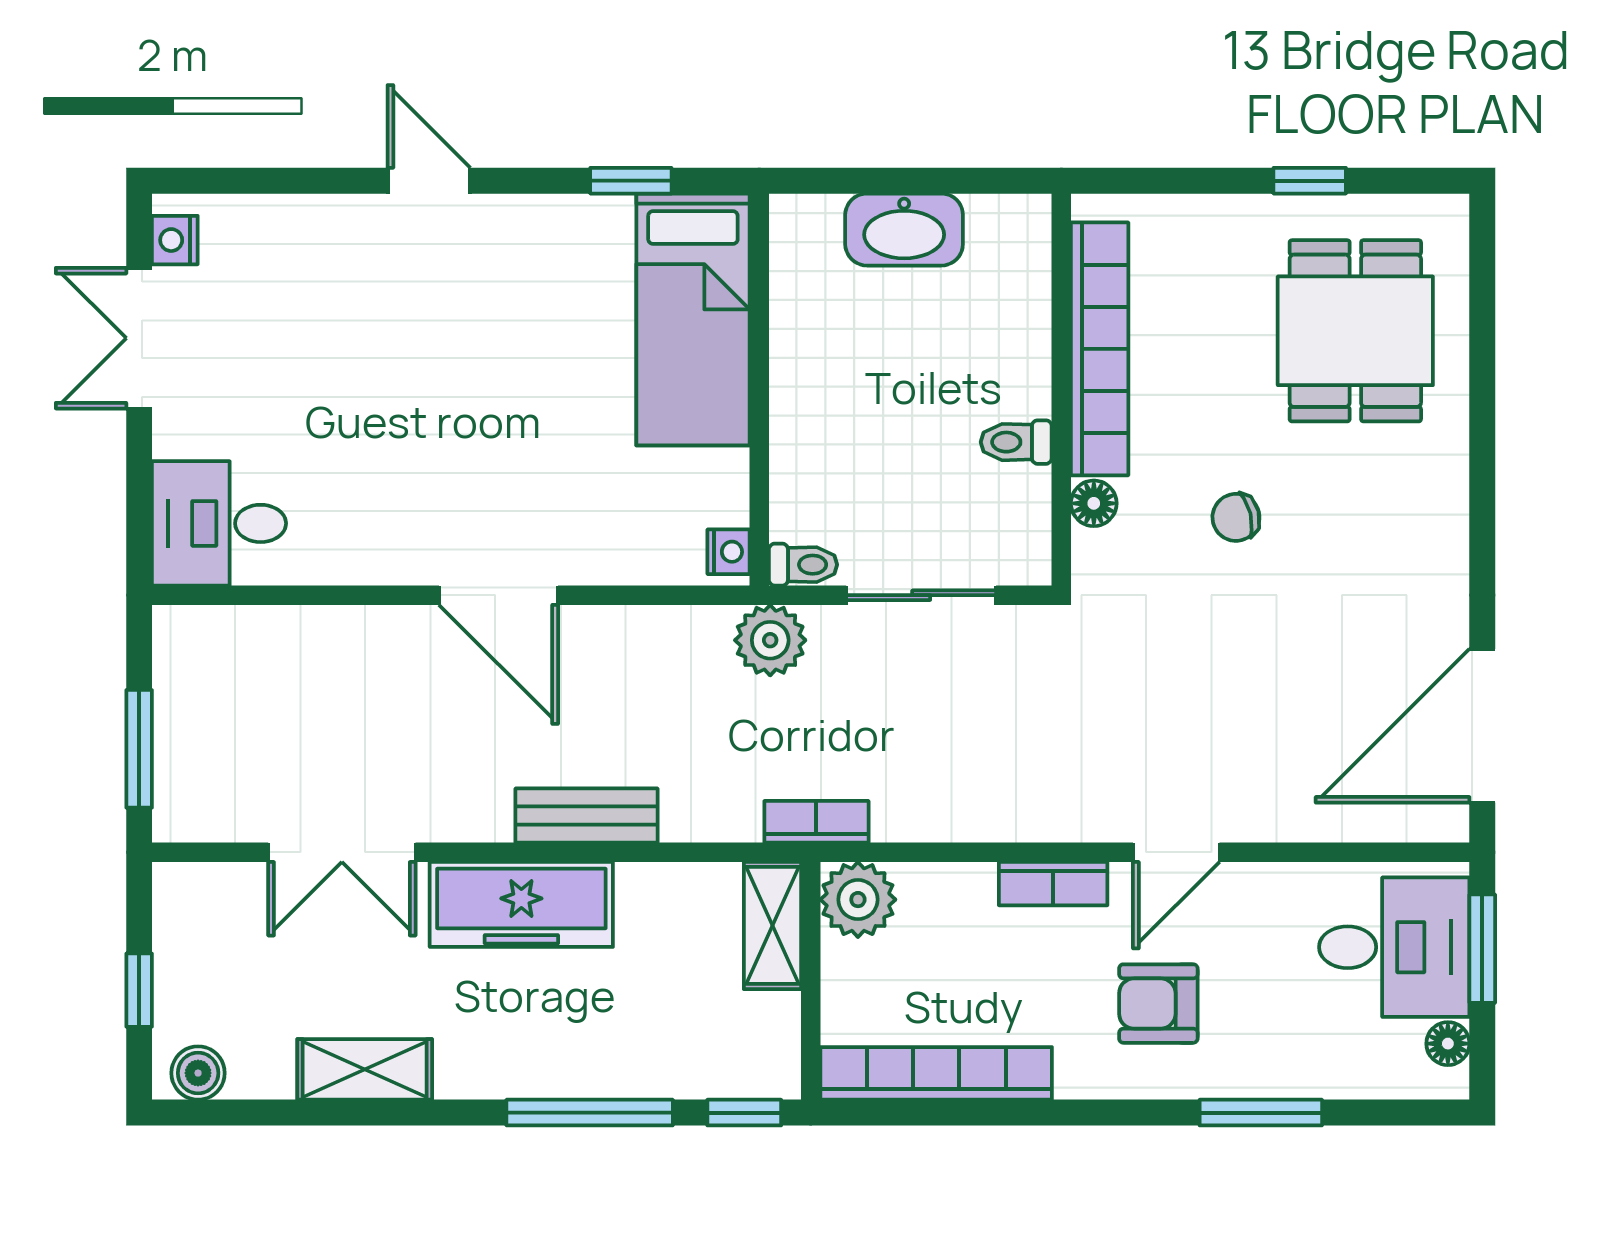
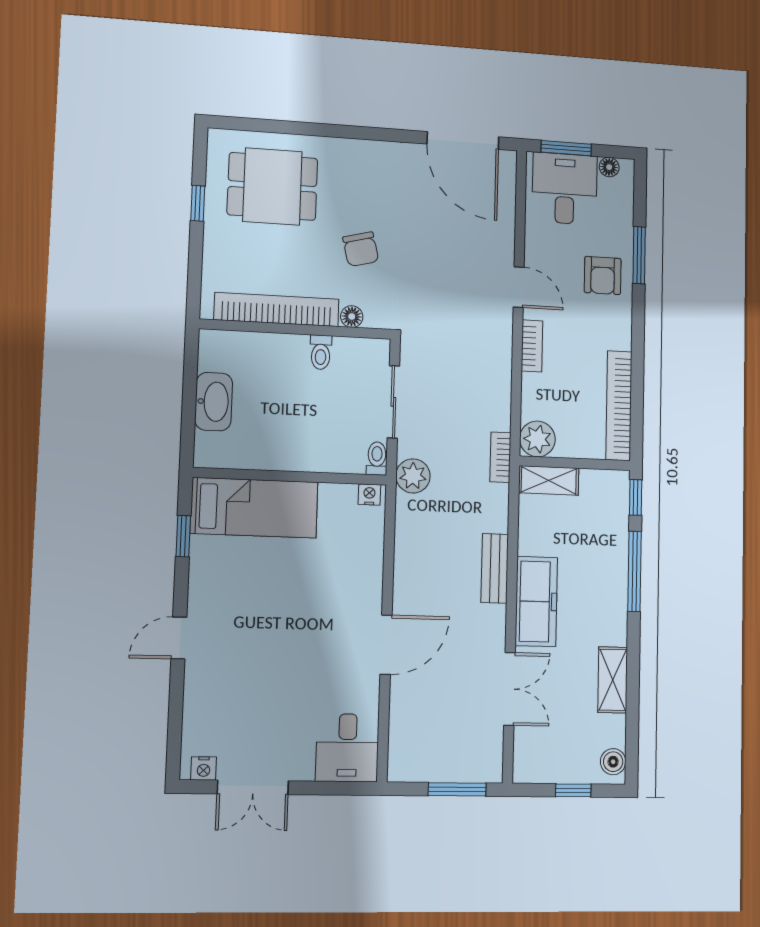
chair: (1236, 517) -> (361, 249), width x1.37, depth x1.37
door: (498, 595) -> (386, 645), moved
armchair: (1158, 1004) -> (603, 275), moved

